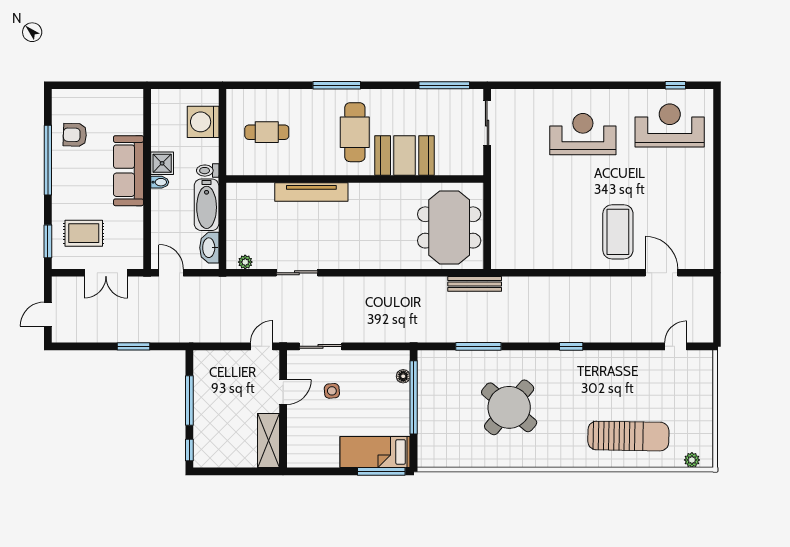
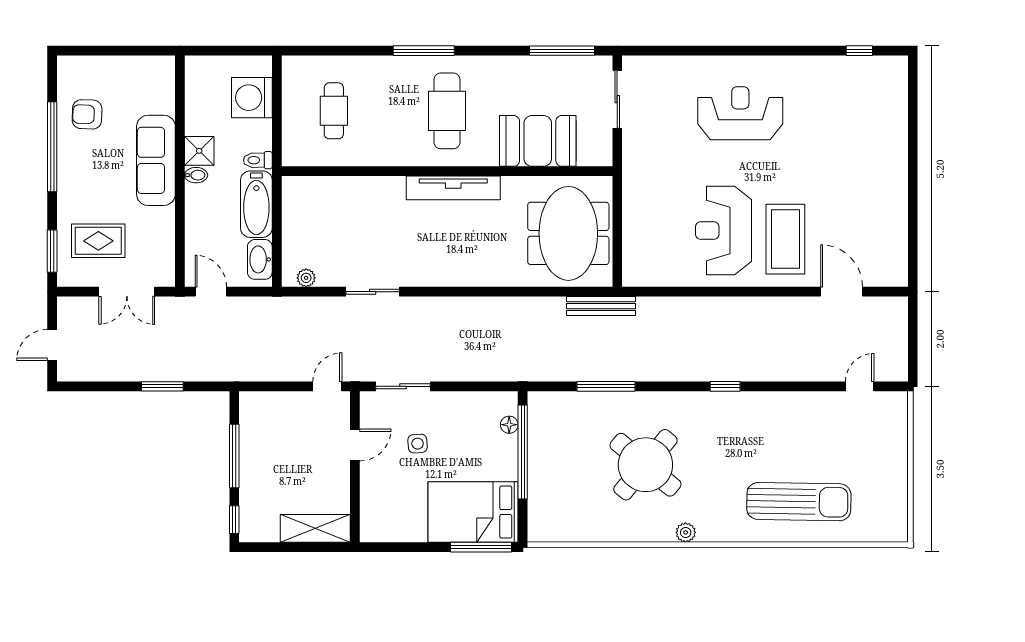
reception desk: (670, 126) -> (723, 231), moved, turned -90
cafe table: (267, 132) -> (334, 111), turned 90
booth: (405, 156) -> (538, 141), moved
tv unit: (311, 192) -> (453, 188), moved
shelving: (269, 441) -> (315, 528), moved, turned 90
bed: (375, 452) -> (473, 512), width x1.50
plant: (692, 460) -> (686, 532), moved

